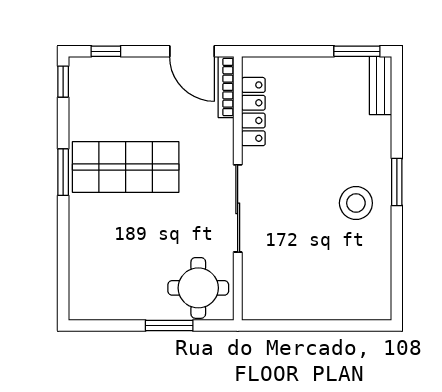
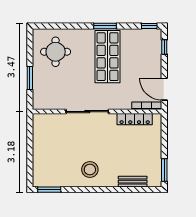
door: (192, 51) -> (164, 89), hinge flipped
bench: (381, 86) -> (133, 182), moved
window: (397, 182) -> (49, 190), moved
round table: (198, 288) -> (56, 52), moved

